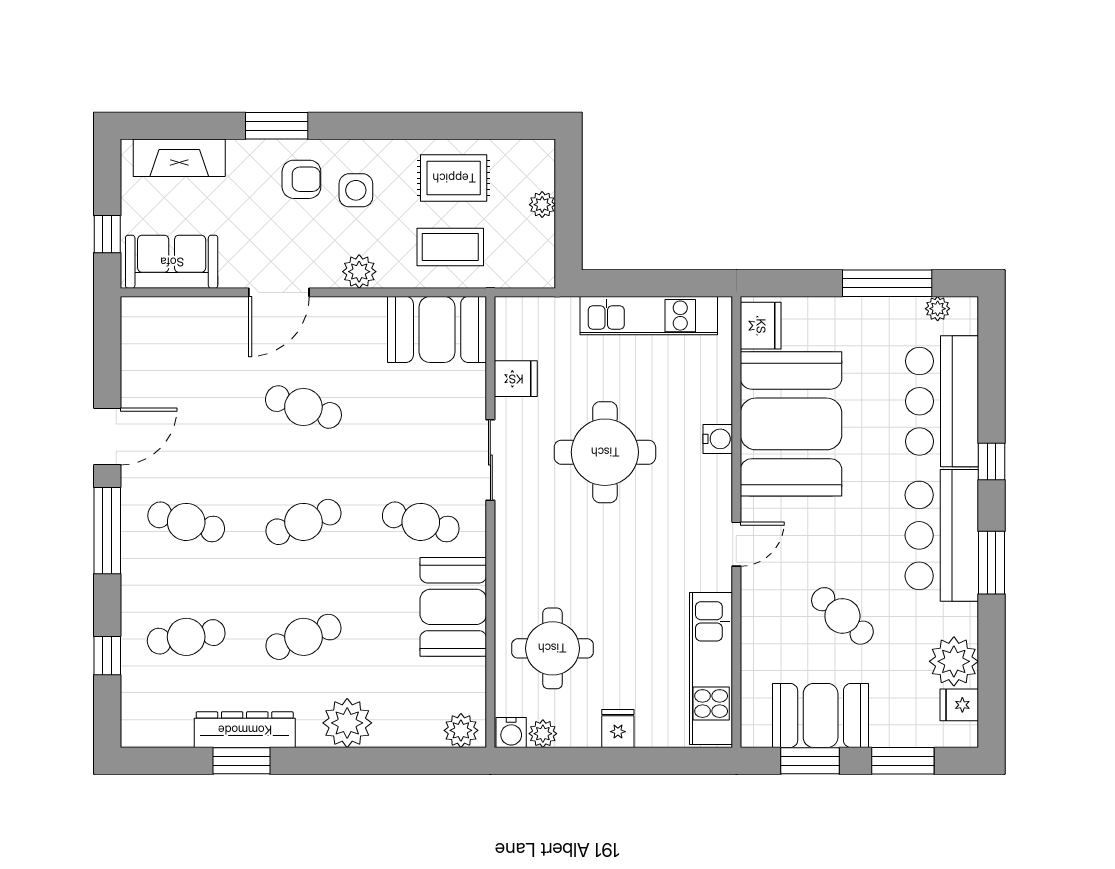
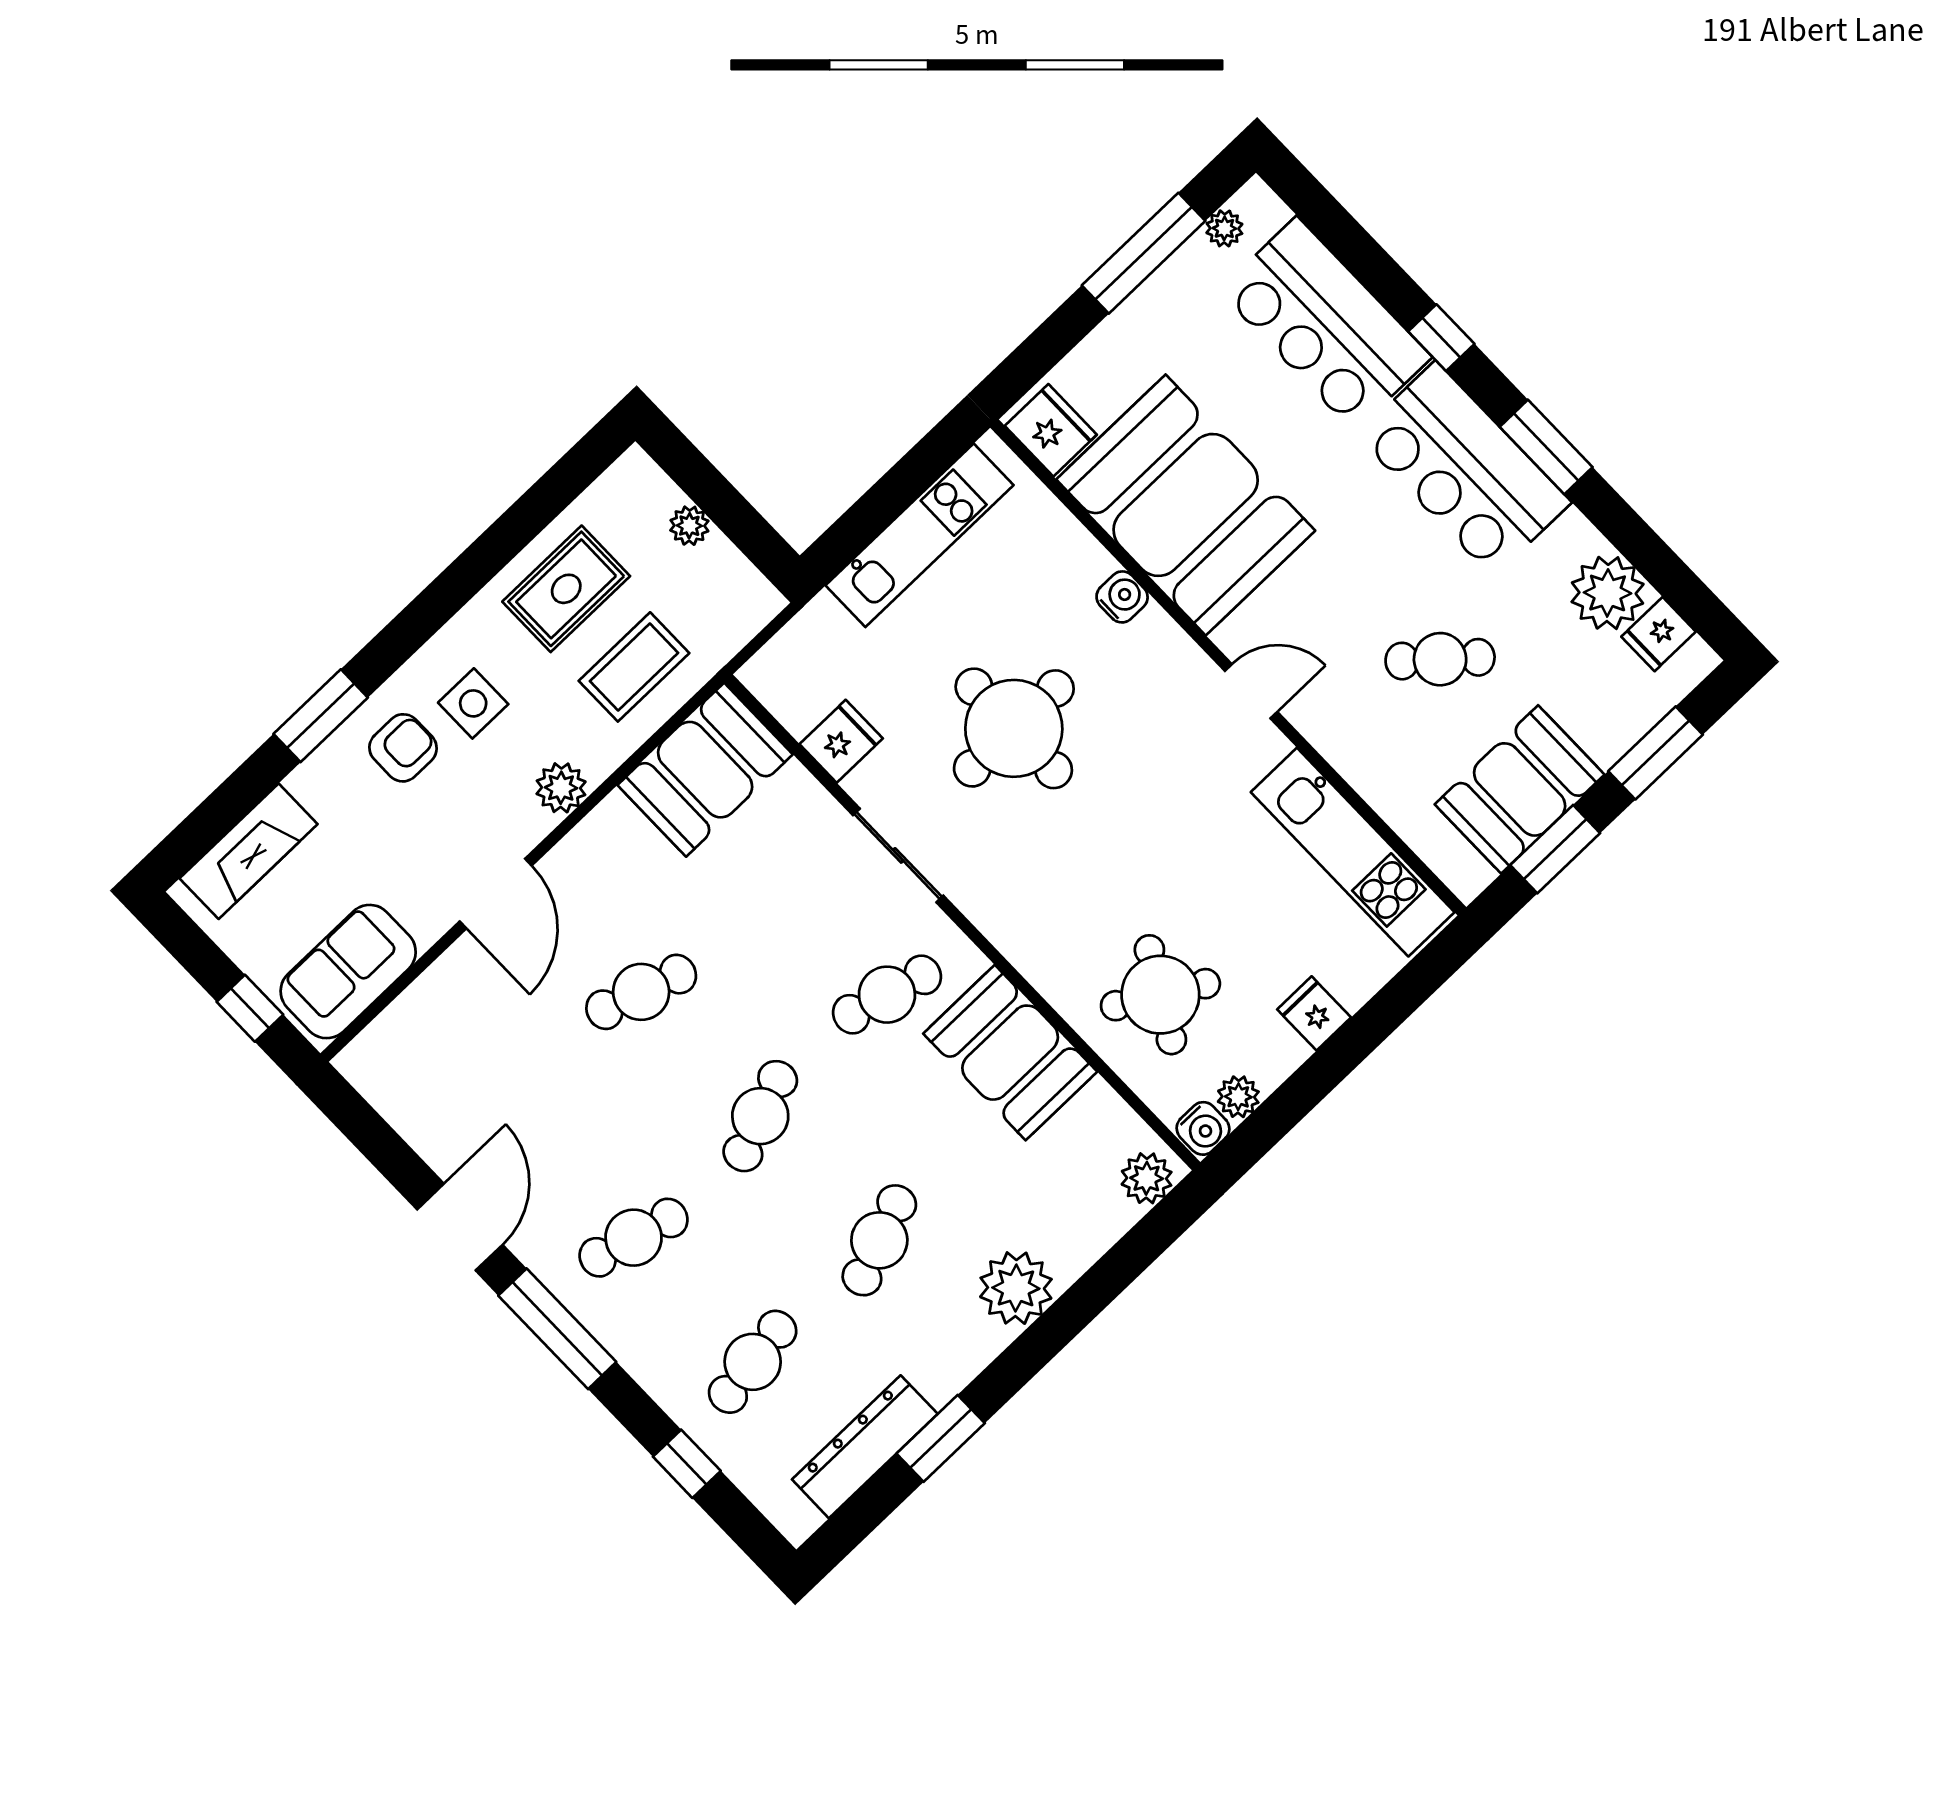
door: (736, 544) -> (1251, 691), hinge flipped
round table: (552, 648) -> (1160, 995), turned 30
dresser: (245, 730) -> (865, 1447), moved

